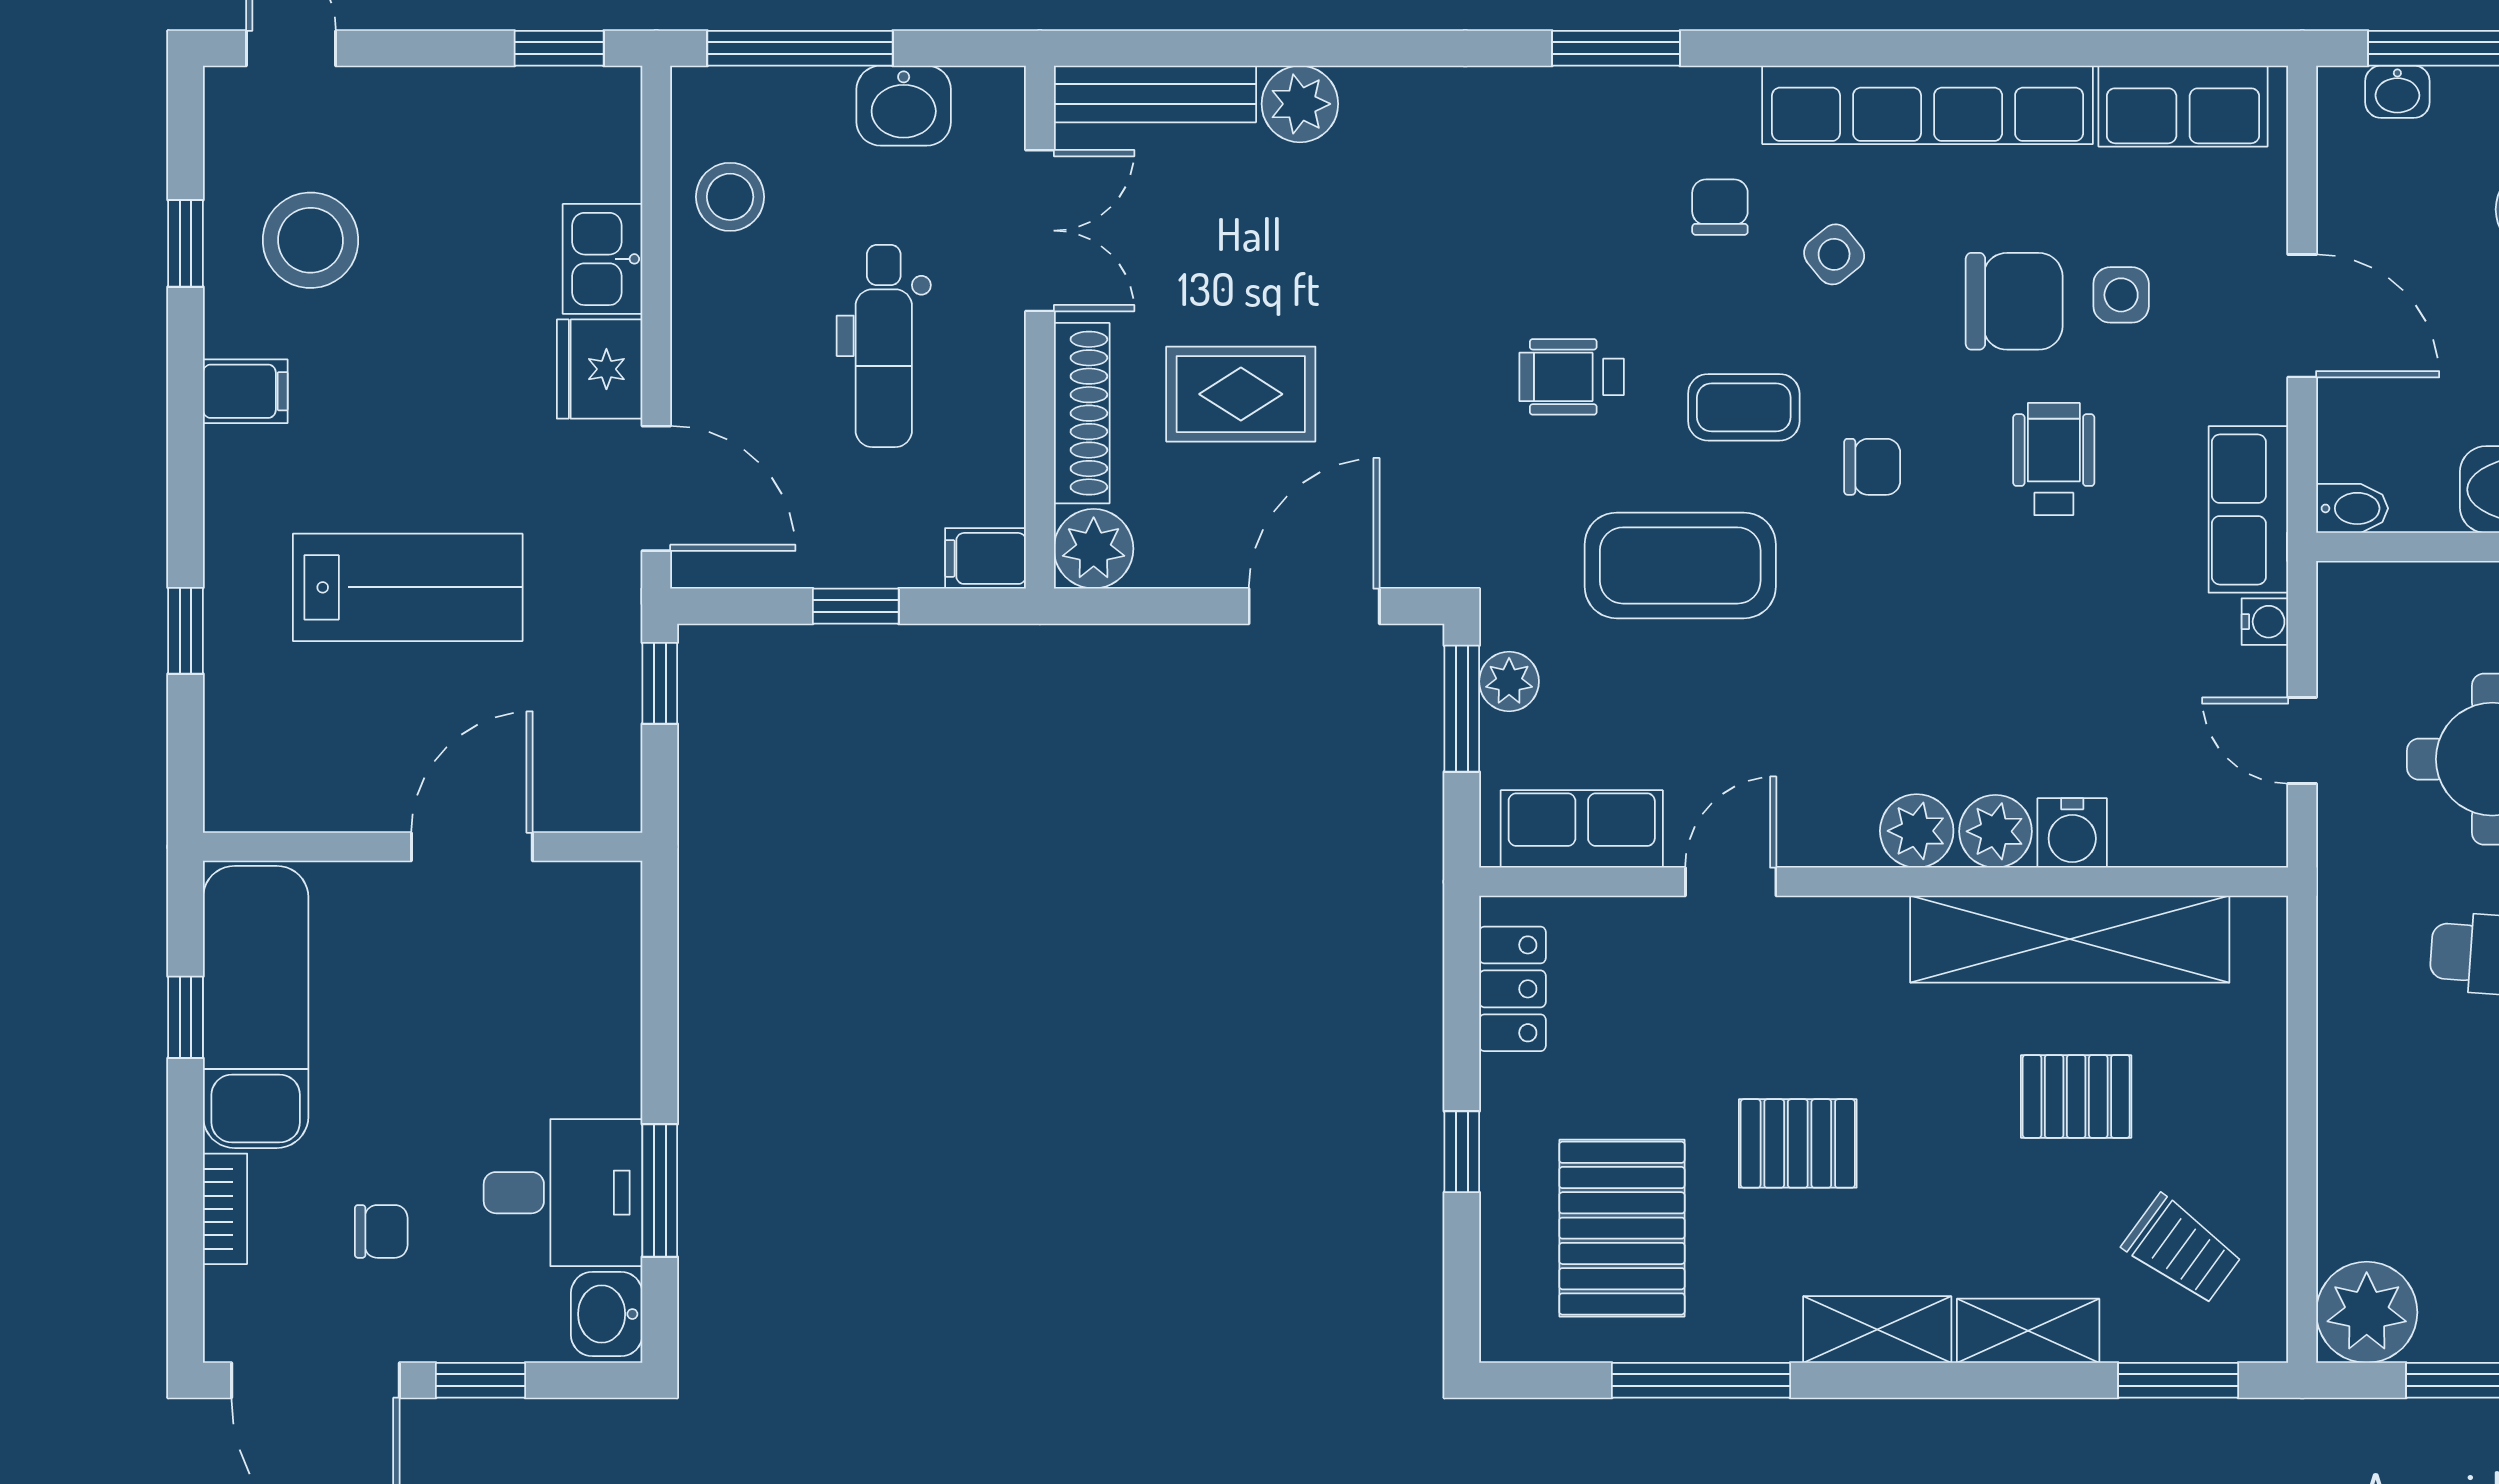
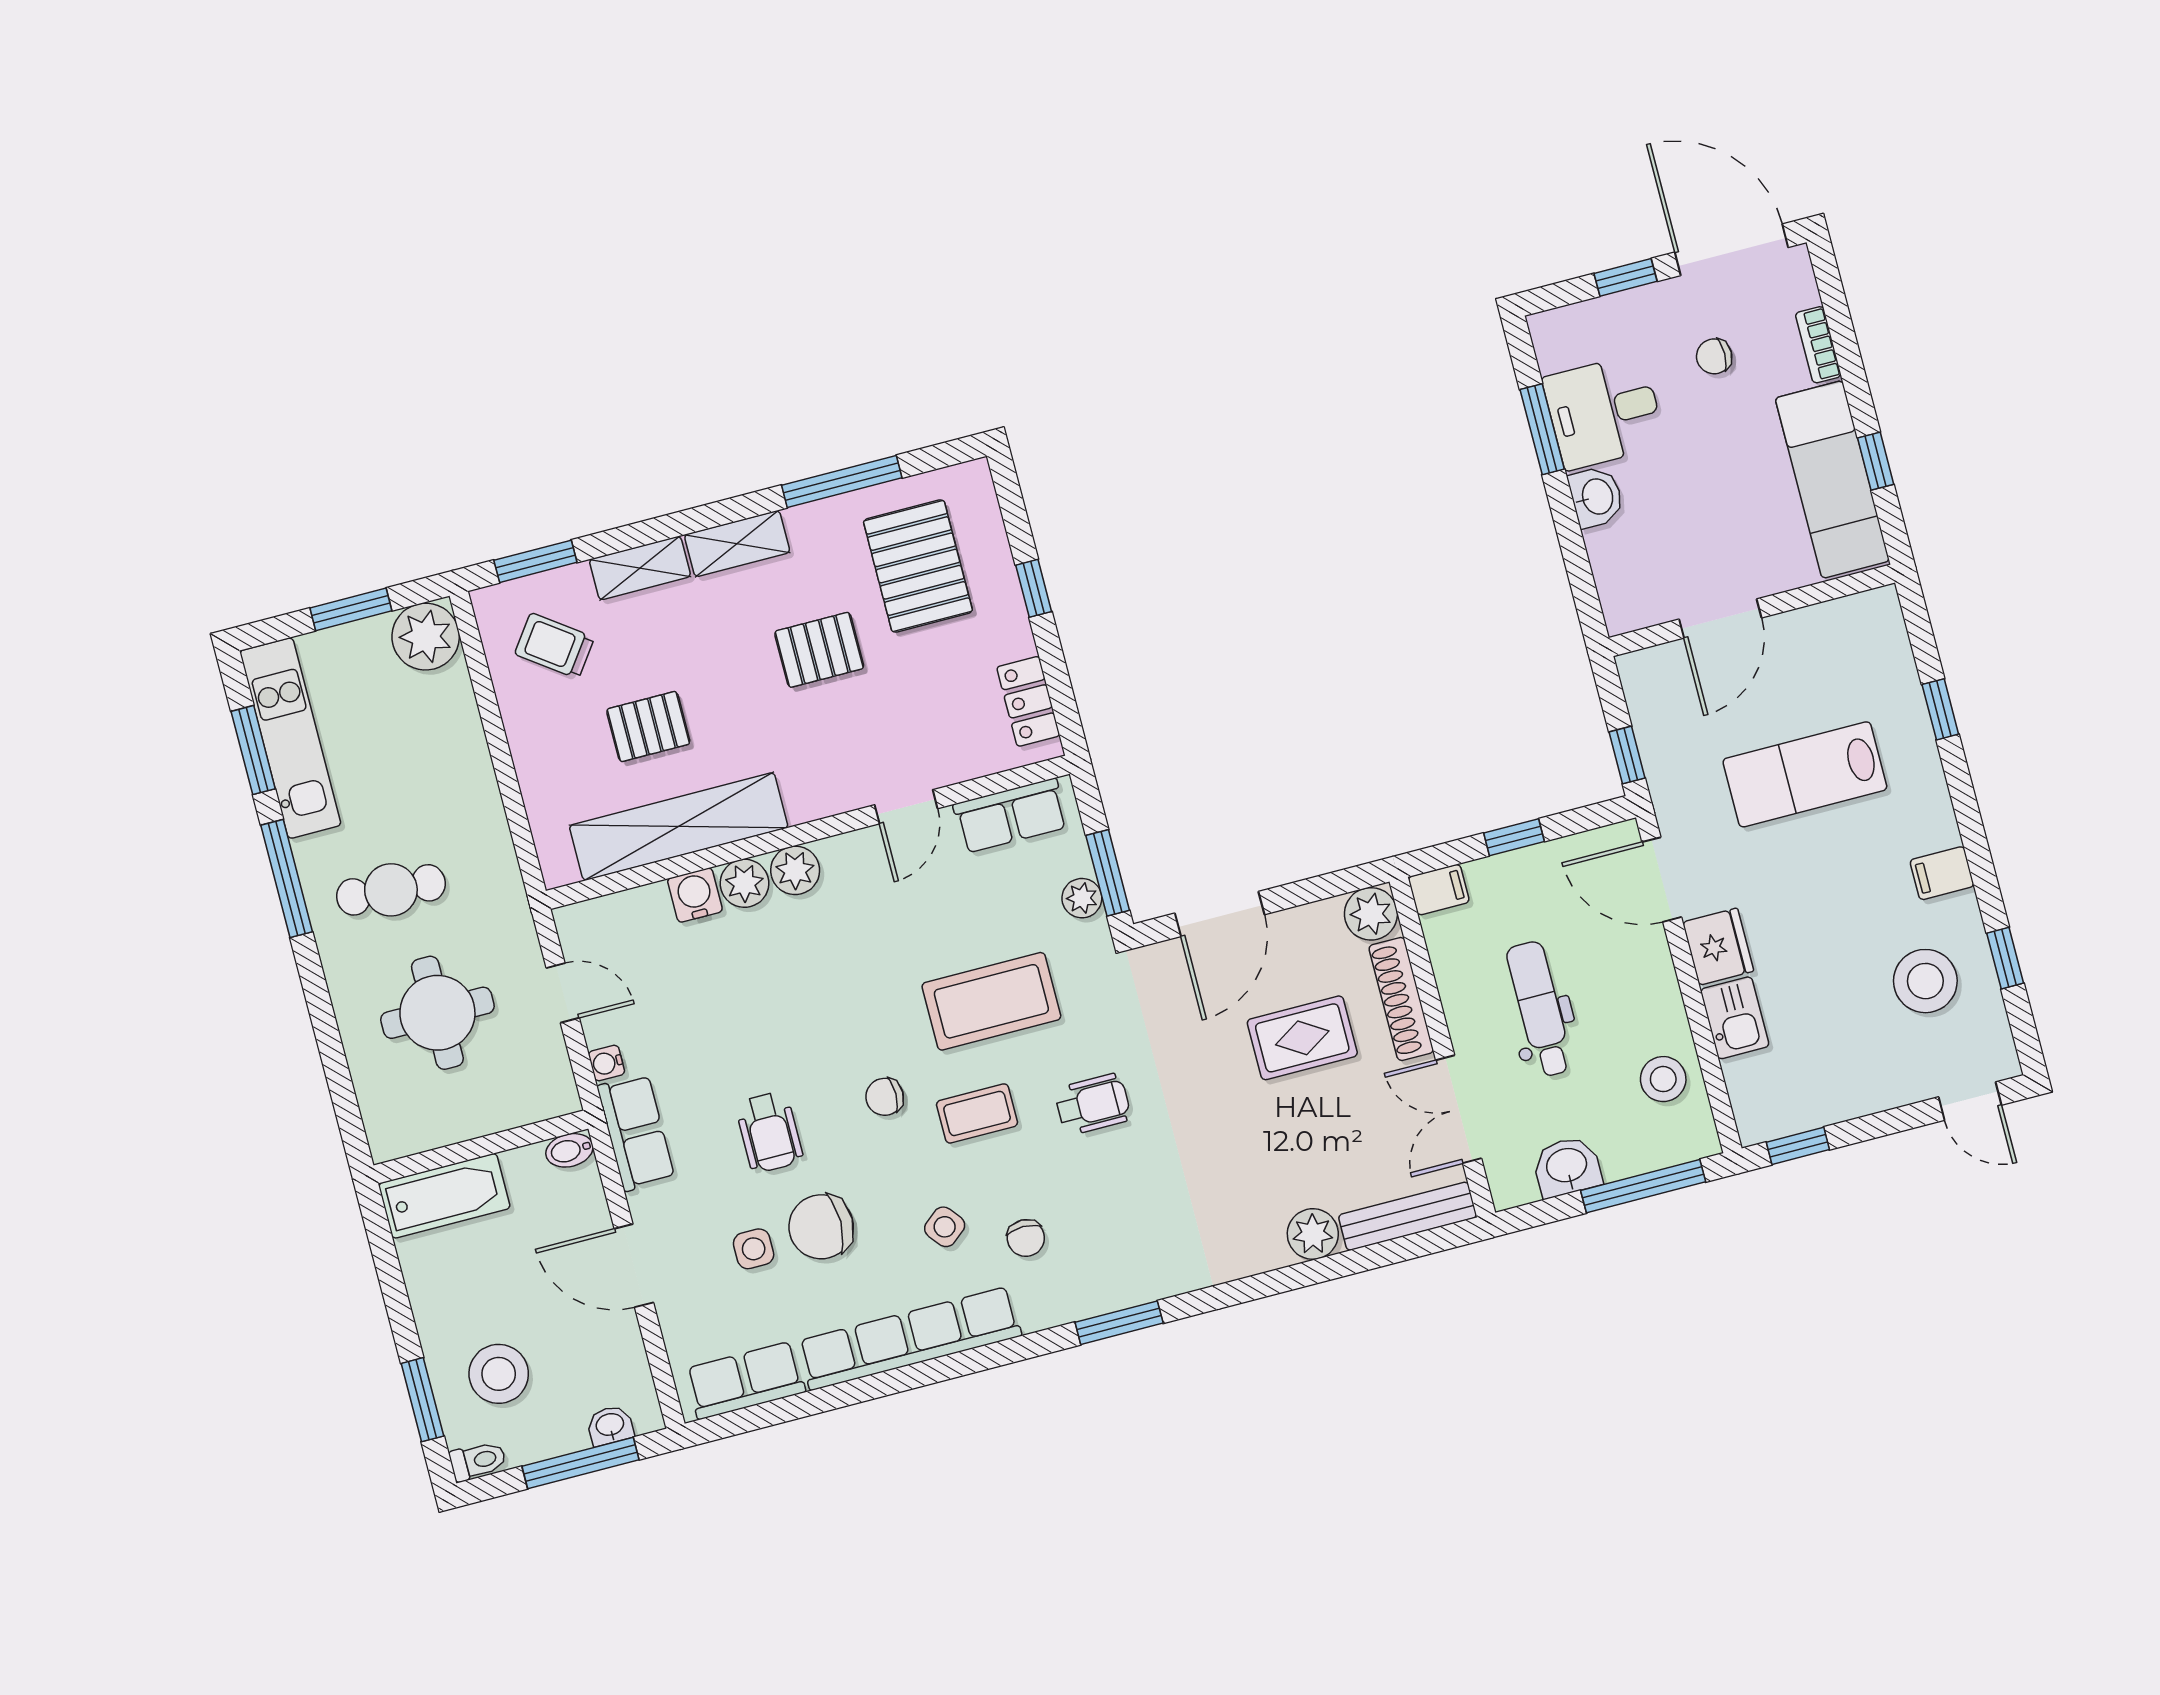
washbasin: (607, 1314) -> (1596, 497), moved

